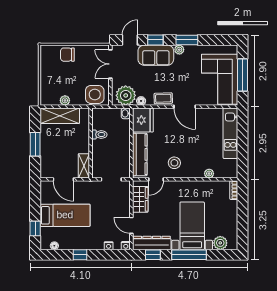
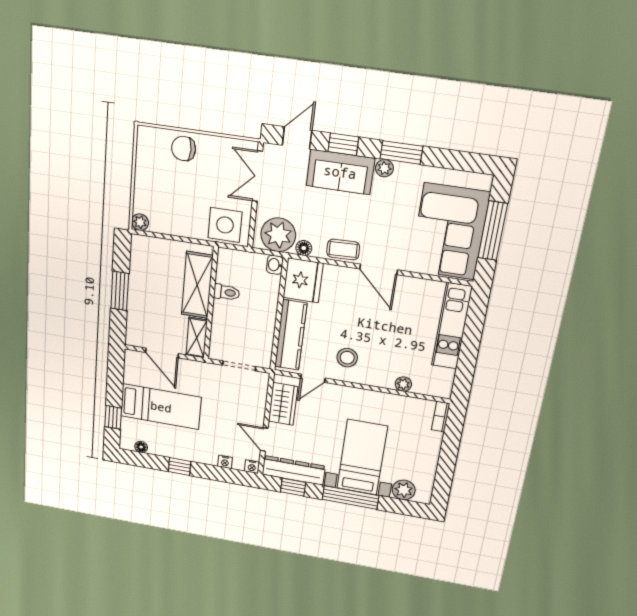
plant: (65, 100) -> (140, 222), moved
shelving: (60, 116) -> (197, 285), moved, turned 90

